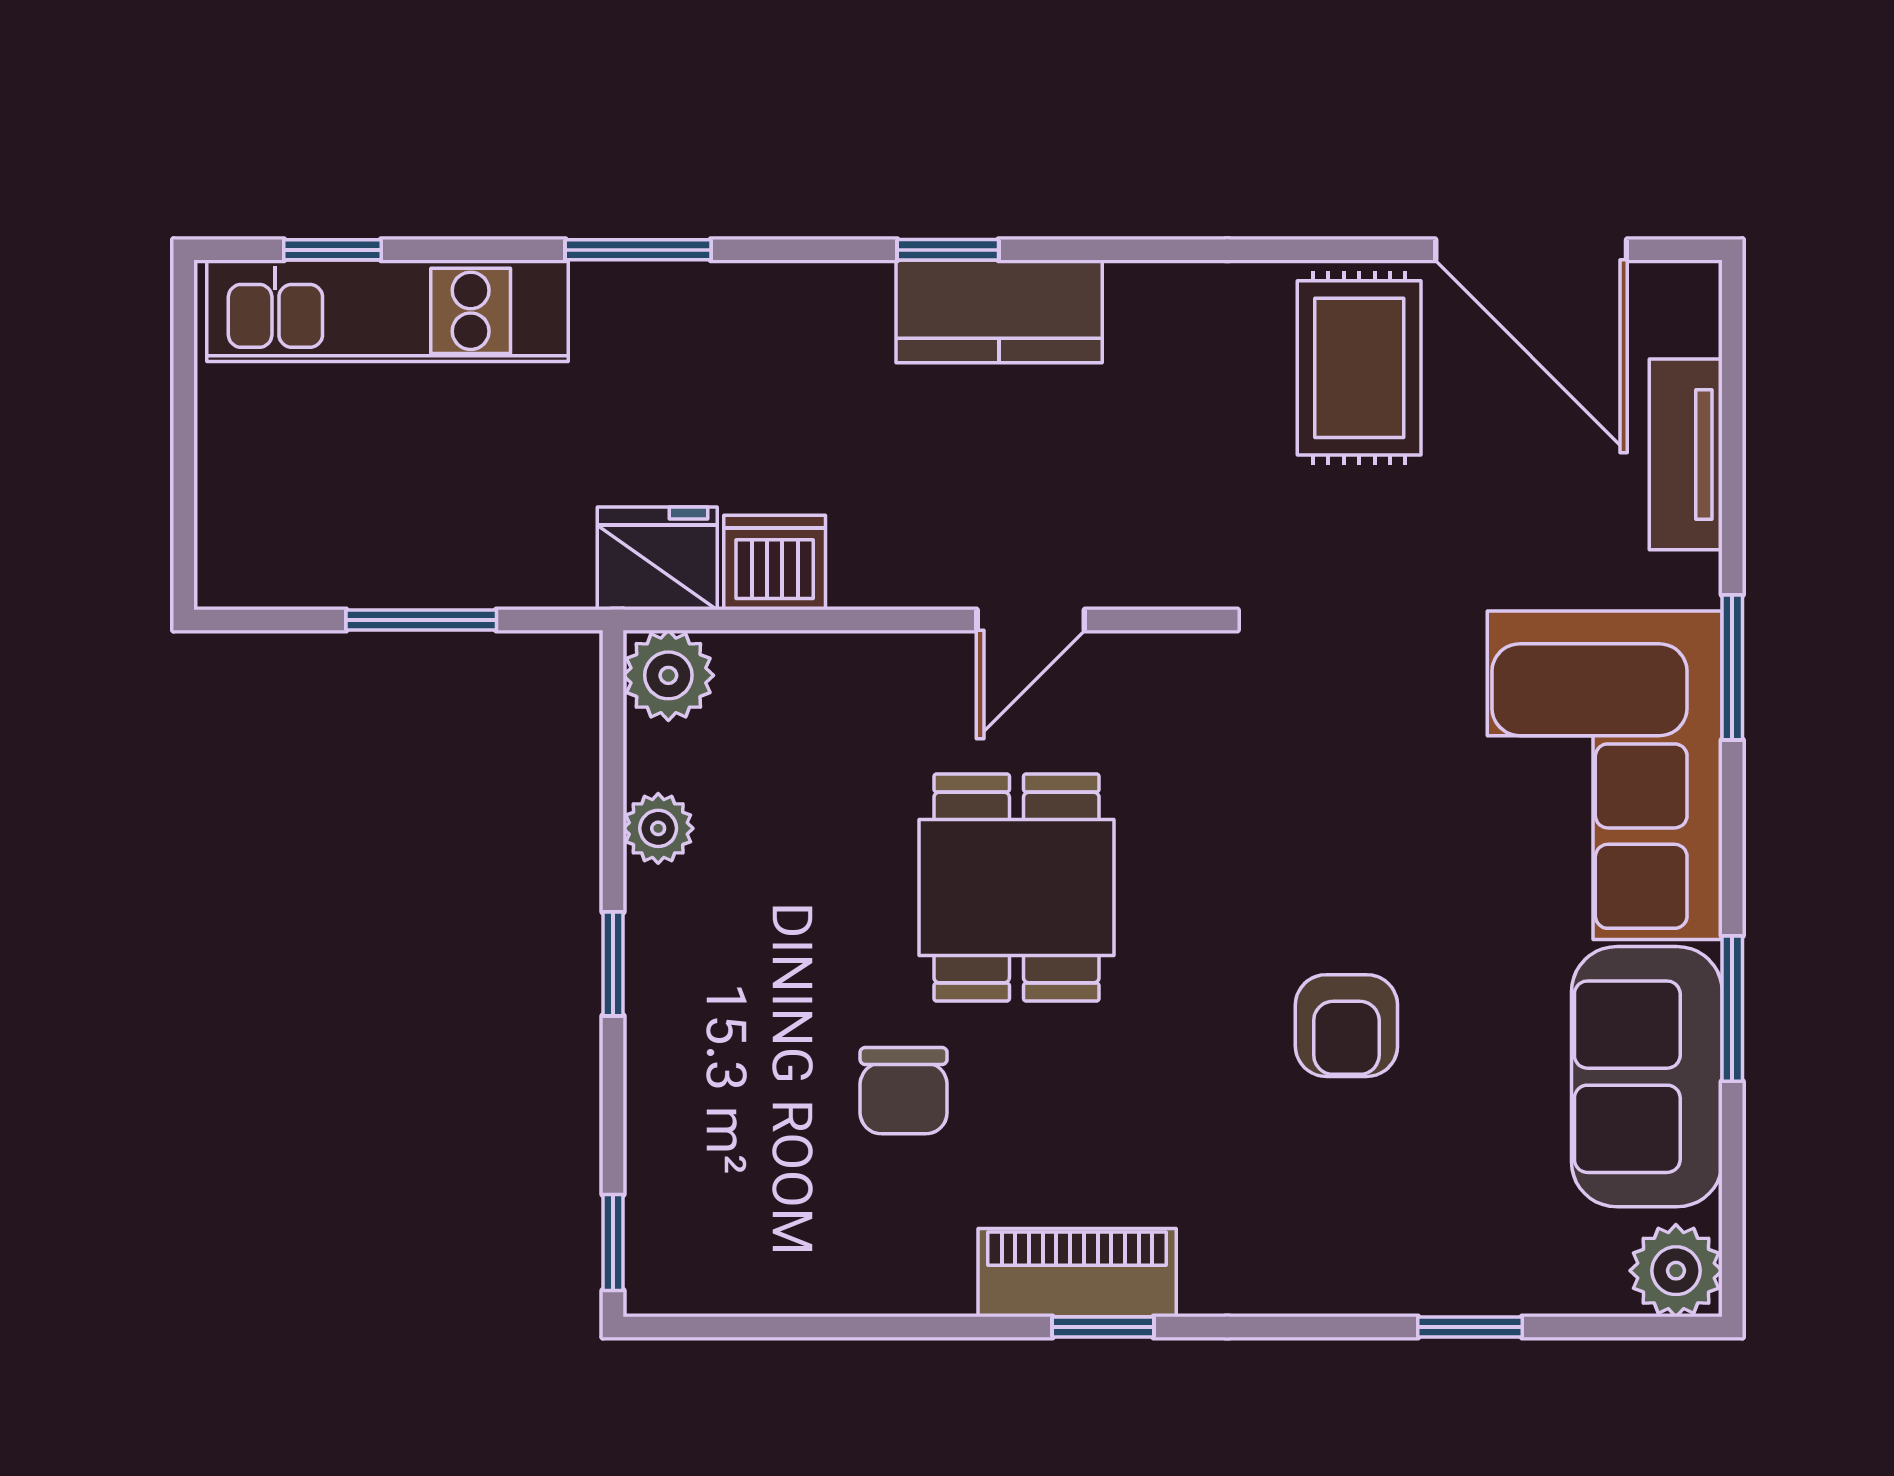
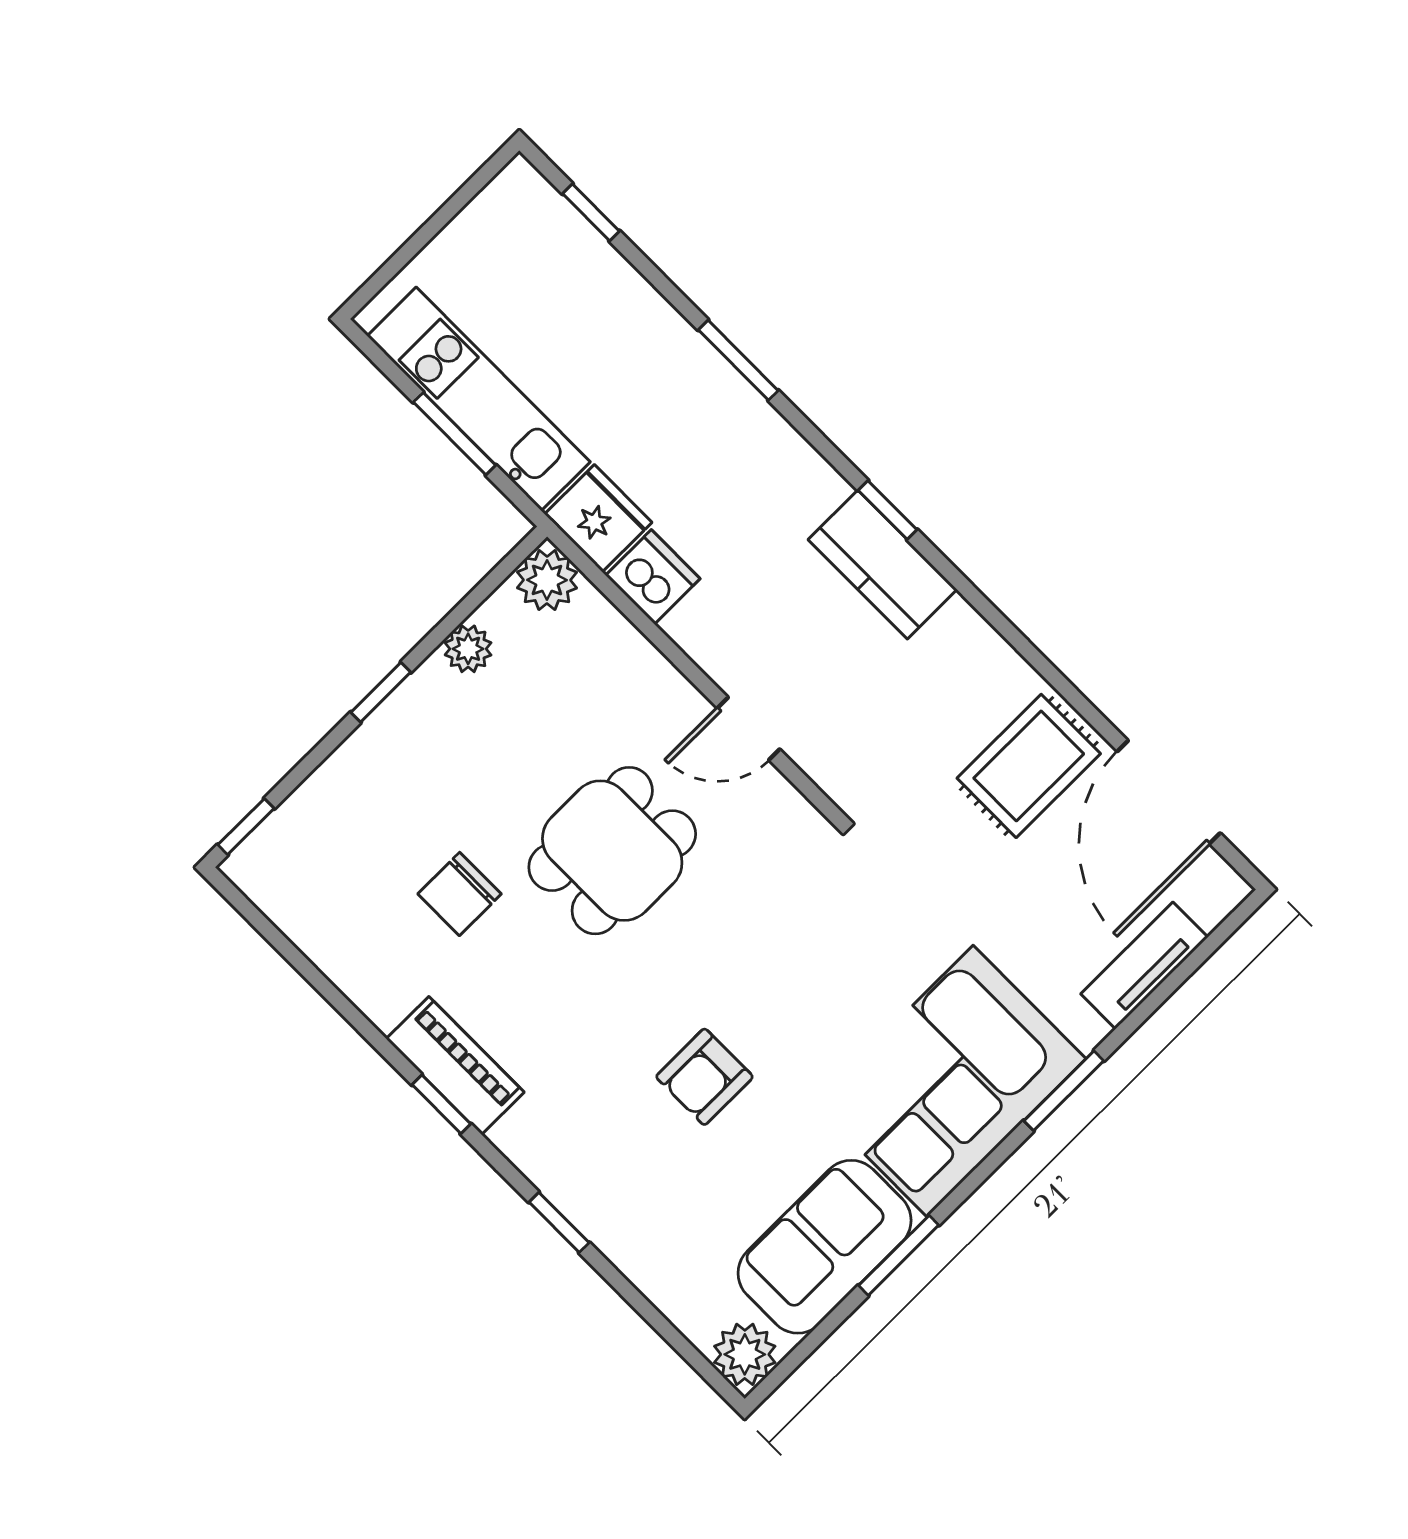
kitchen unit: (388, 311) -> (479, 399), moved, turned 180
window: (1470, 1327) -> (559, 1222), moved

